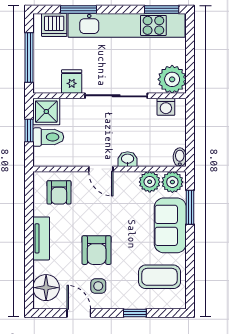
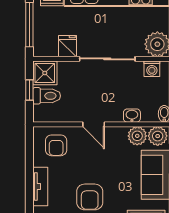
washbasin: (128, 159) -> (132, 116), moved

